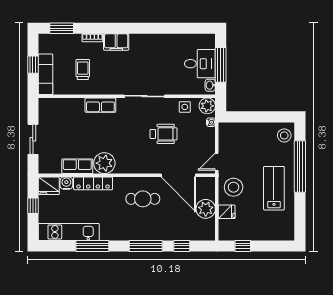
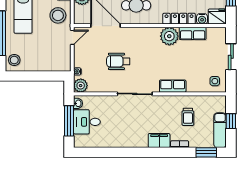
exam couch: (46, 74) -> (220, 130), moved
side table: (185, 107) -> (215, 81), moved

